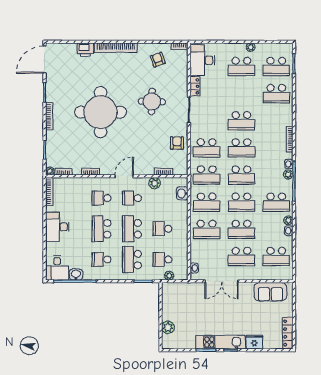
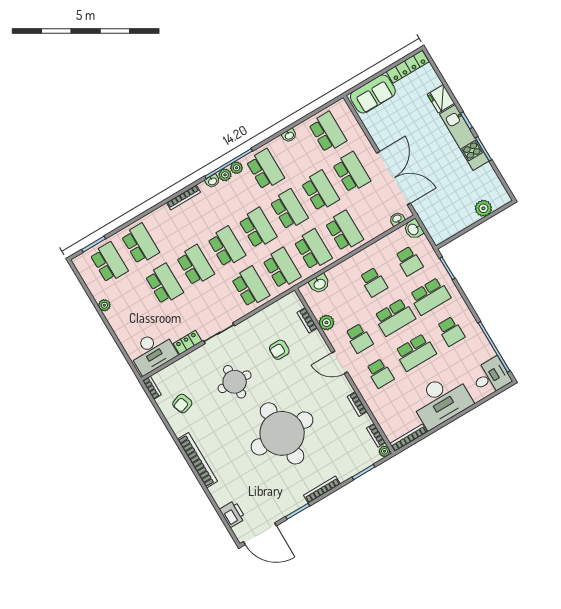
printer: (85, 50) -> (232, 514), moved
school desk: (241, 66) -> (164, 284), moved
armchair: (177, 143) -> (279, 350), moved
plant: (288, 220) -> (236, 168), moved
desk: (57, 227) -> (441, 400), width x1.36, depth x1.30
washbasin: (76, 275) -> (413, 229), moved
plant: (169, 276) -> (423, 242), removed
double door: (222, 281) -> (394, 178), width x1.36
sofa: (270, 292) -> (373, 94), moved, turned 90

